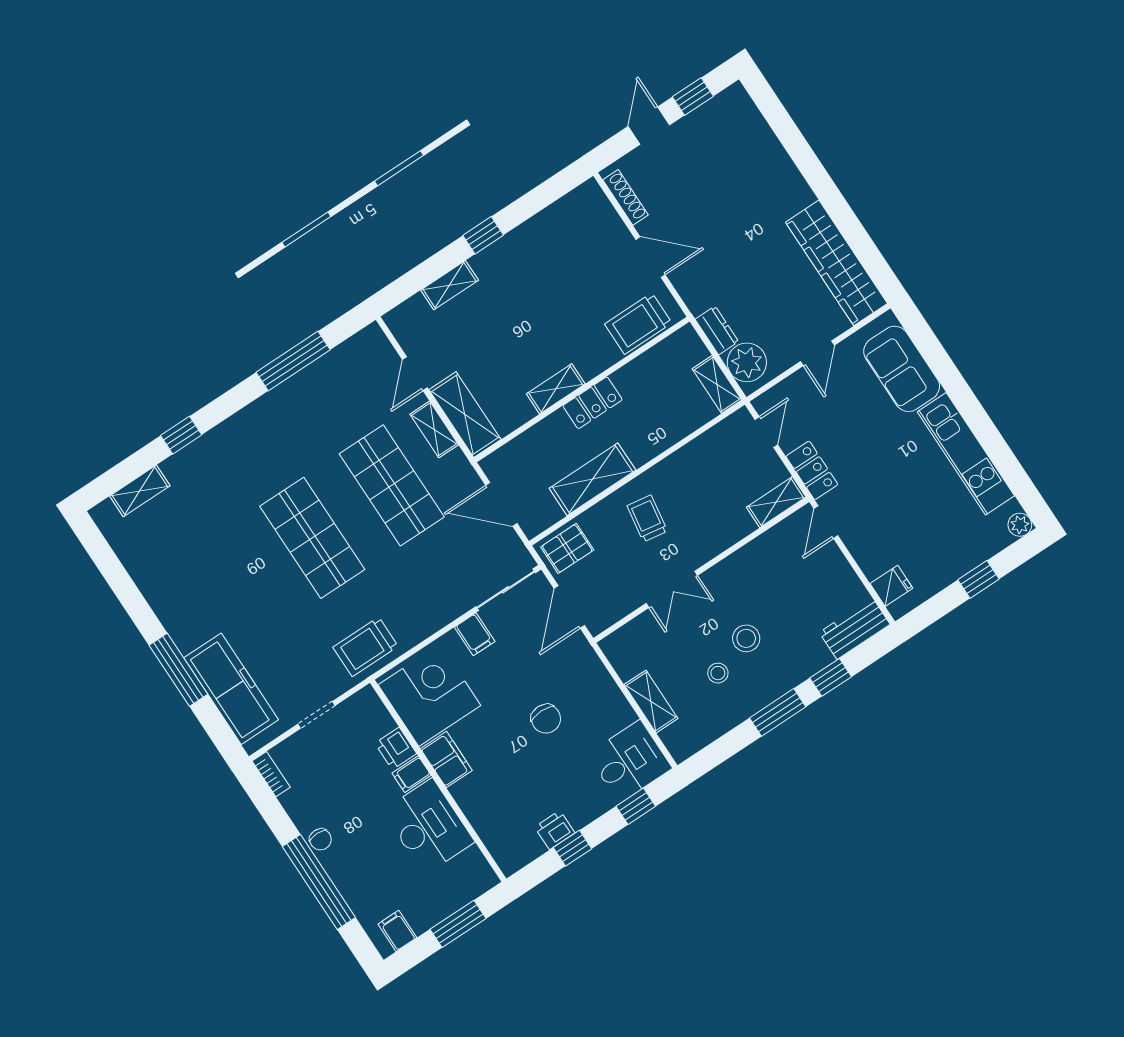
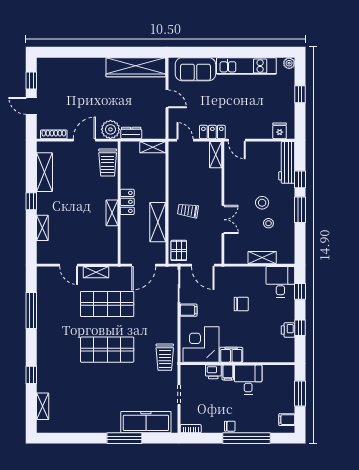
plant: (747, 362) -> (110, 129), moved
shelving: (465, 415) -> (44, 172), moved, turned 90
workbench: (855, 628) -> (287, 162), width x1.38
desk: (428, 826) -> (248, 380), width x0.73

